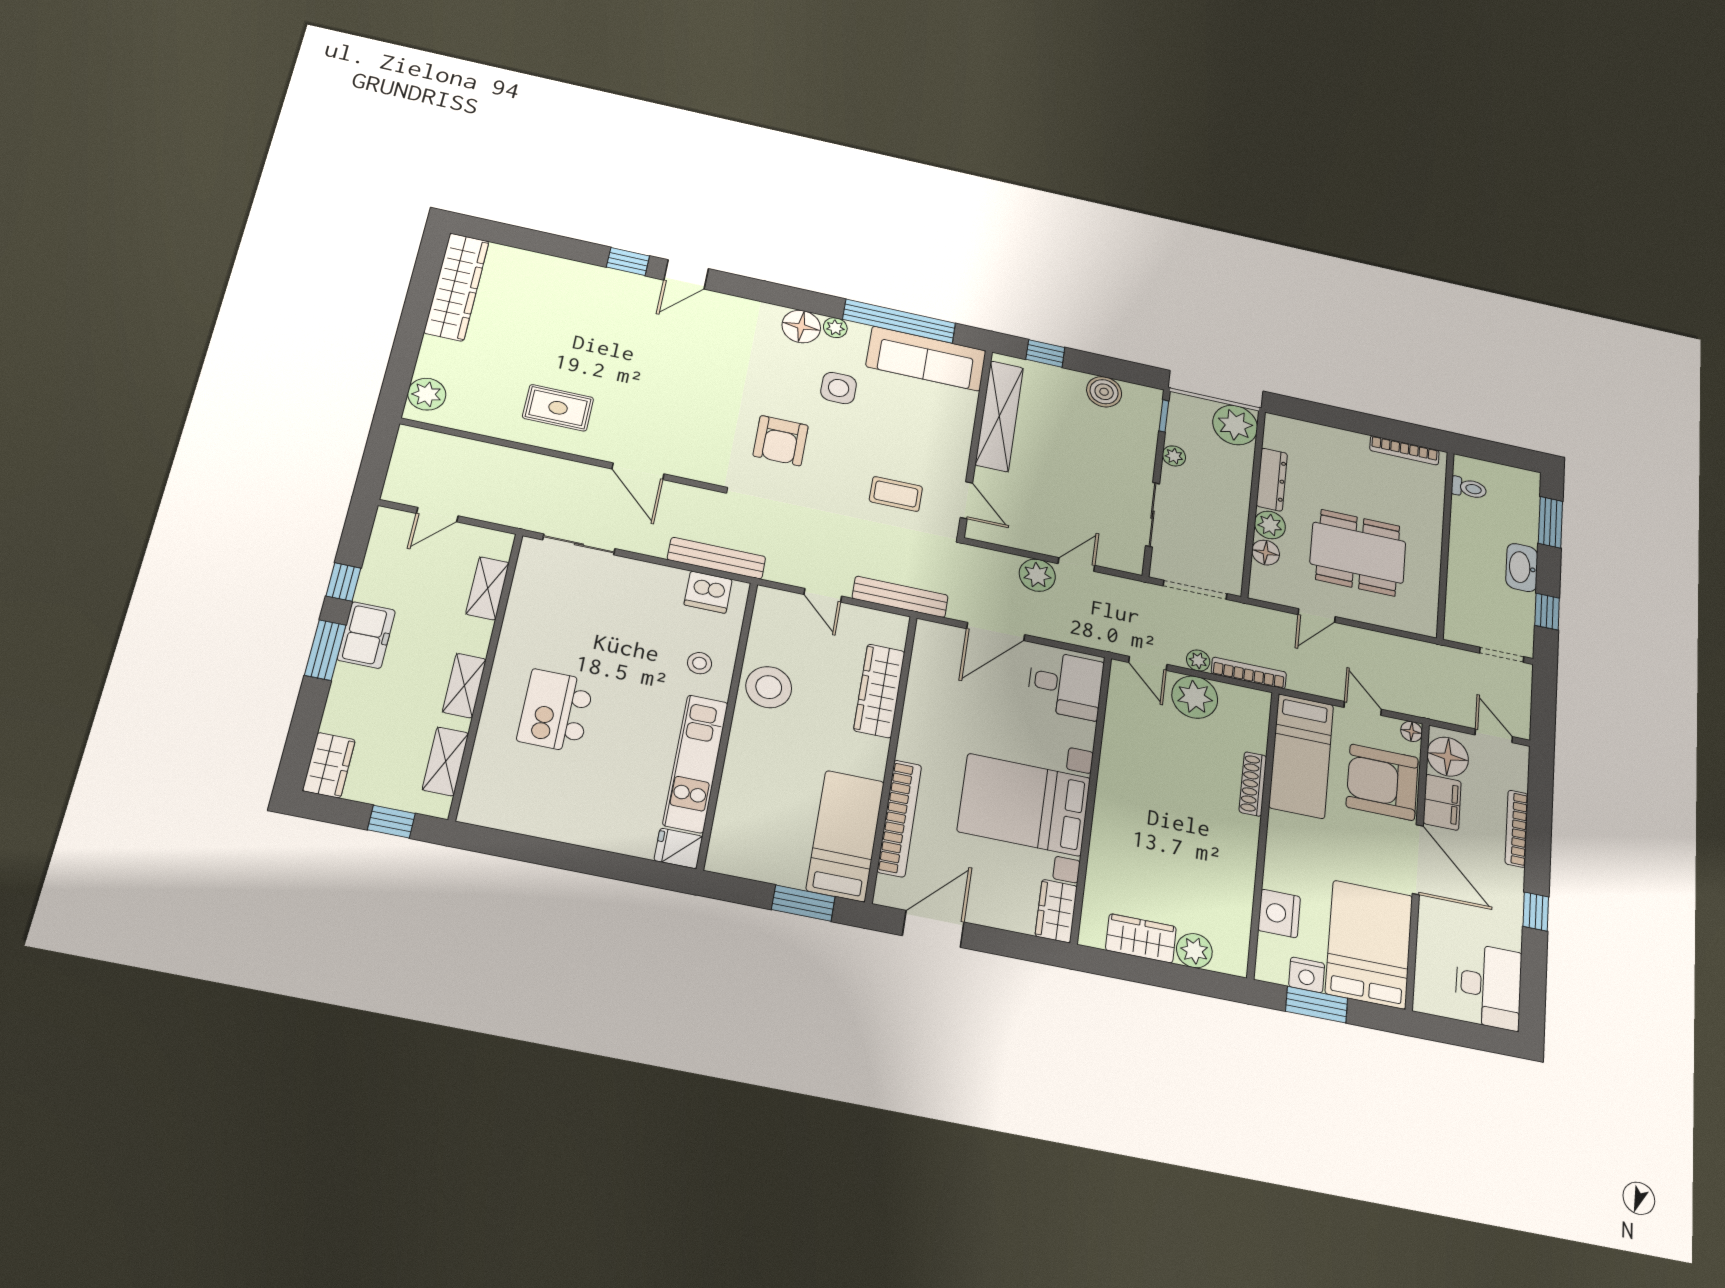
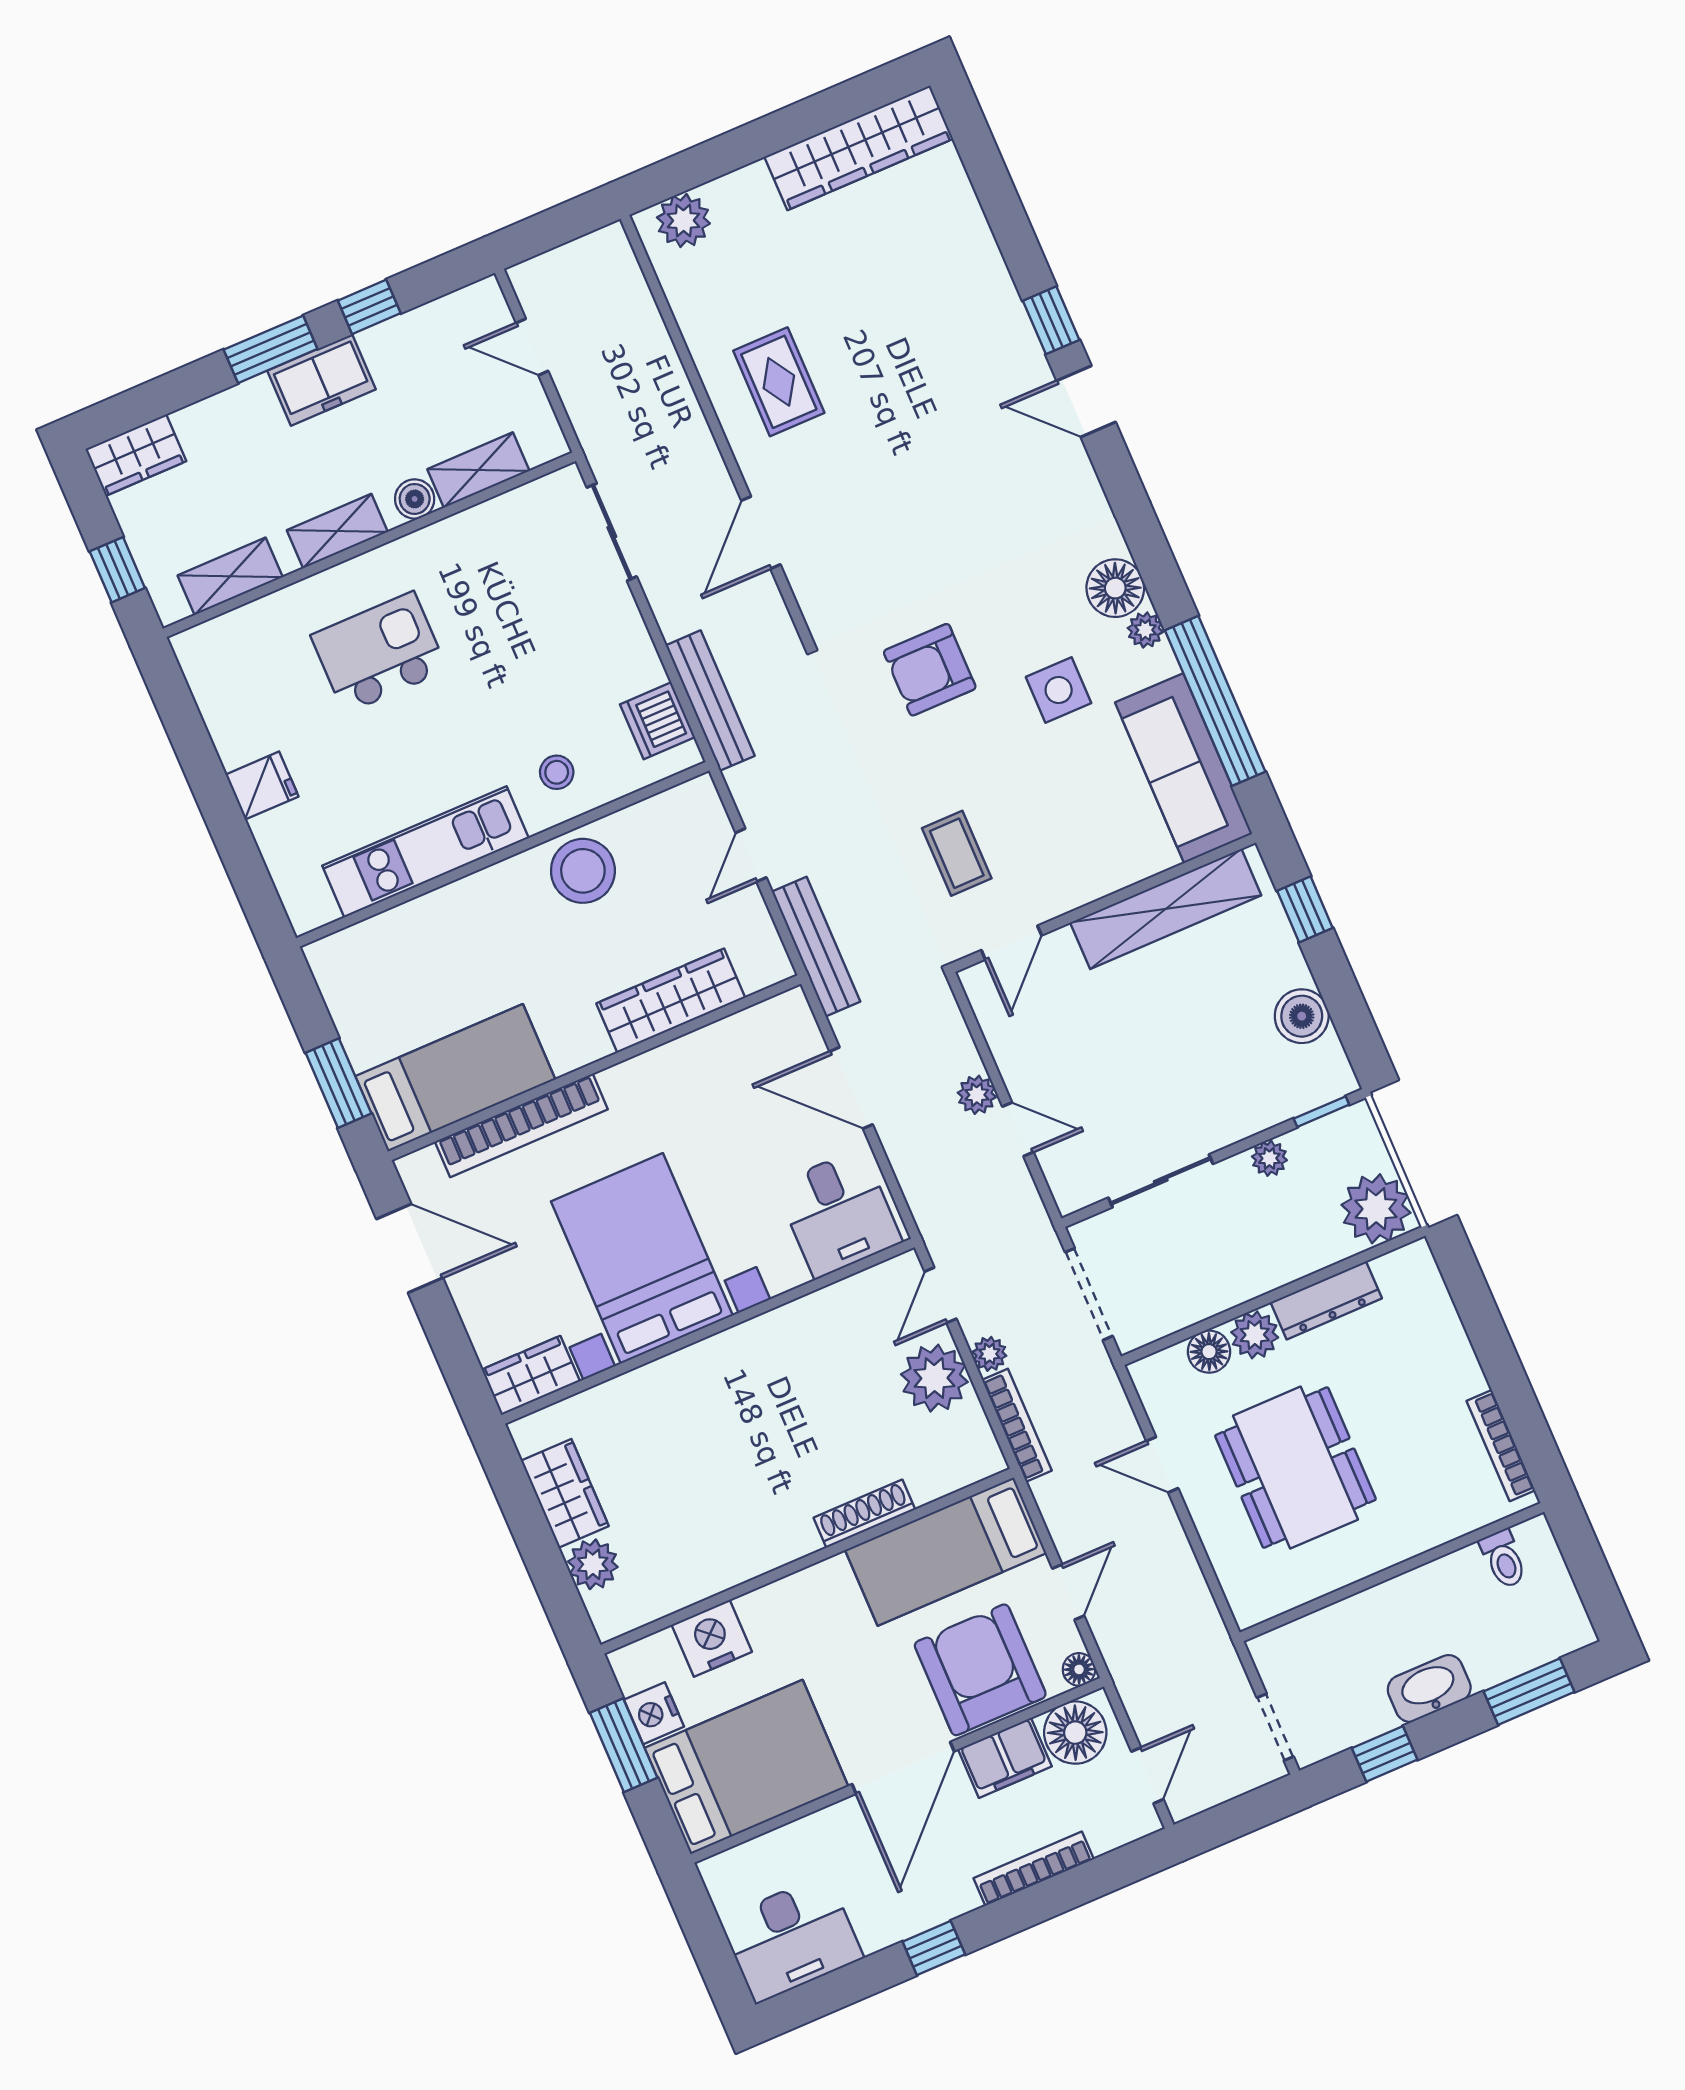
plant: (1037, 575) -> (977, 1095), width x0.73, depth x0.73
boiler: (478, 632) -> (415, 499), added
fridge: (678, 848) -> (262, 786), moved, turned 90

